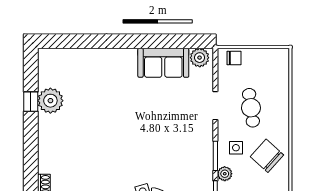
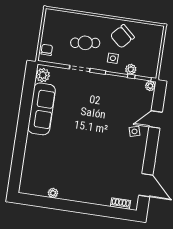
sofa: (163, 63) -> (42, 109), width x1.36
plant: (50, 101) -> (53, 193), width x0.53, depth x0.53
window: (31, 102) -> (57, 204), removed

